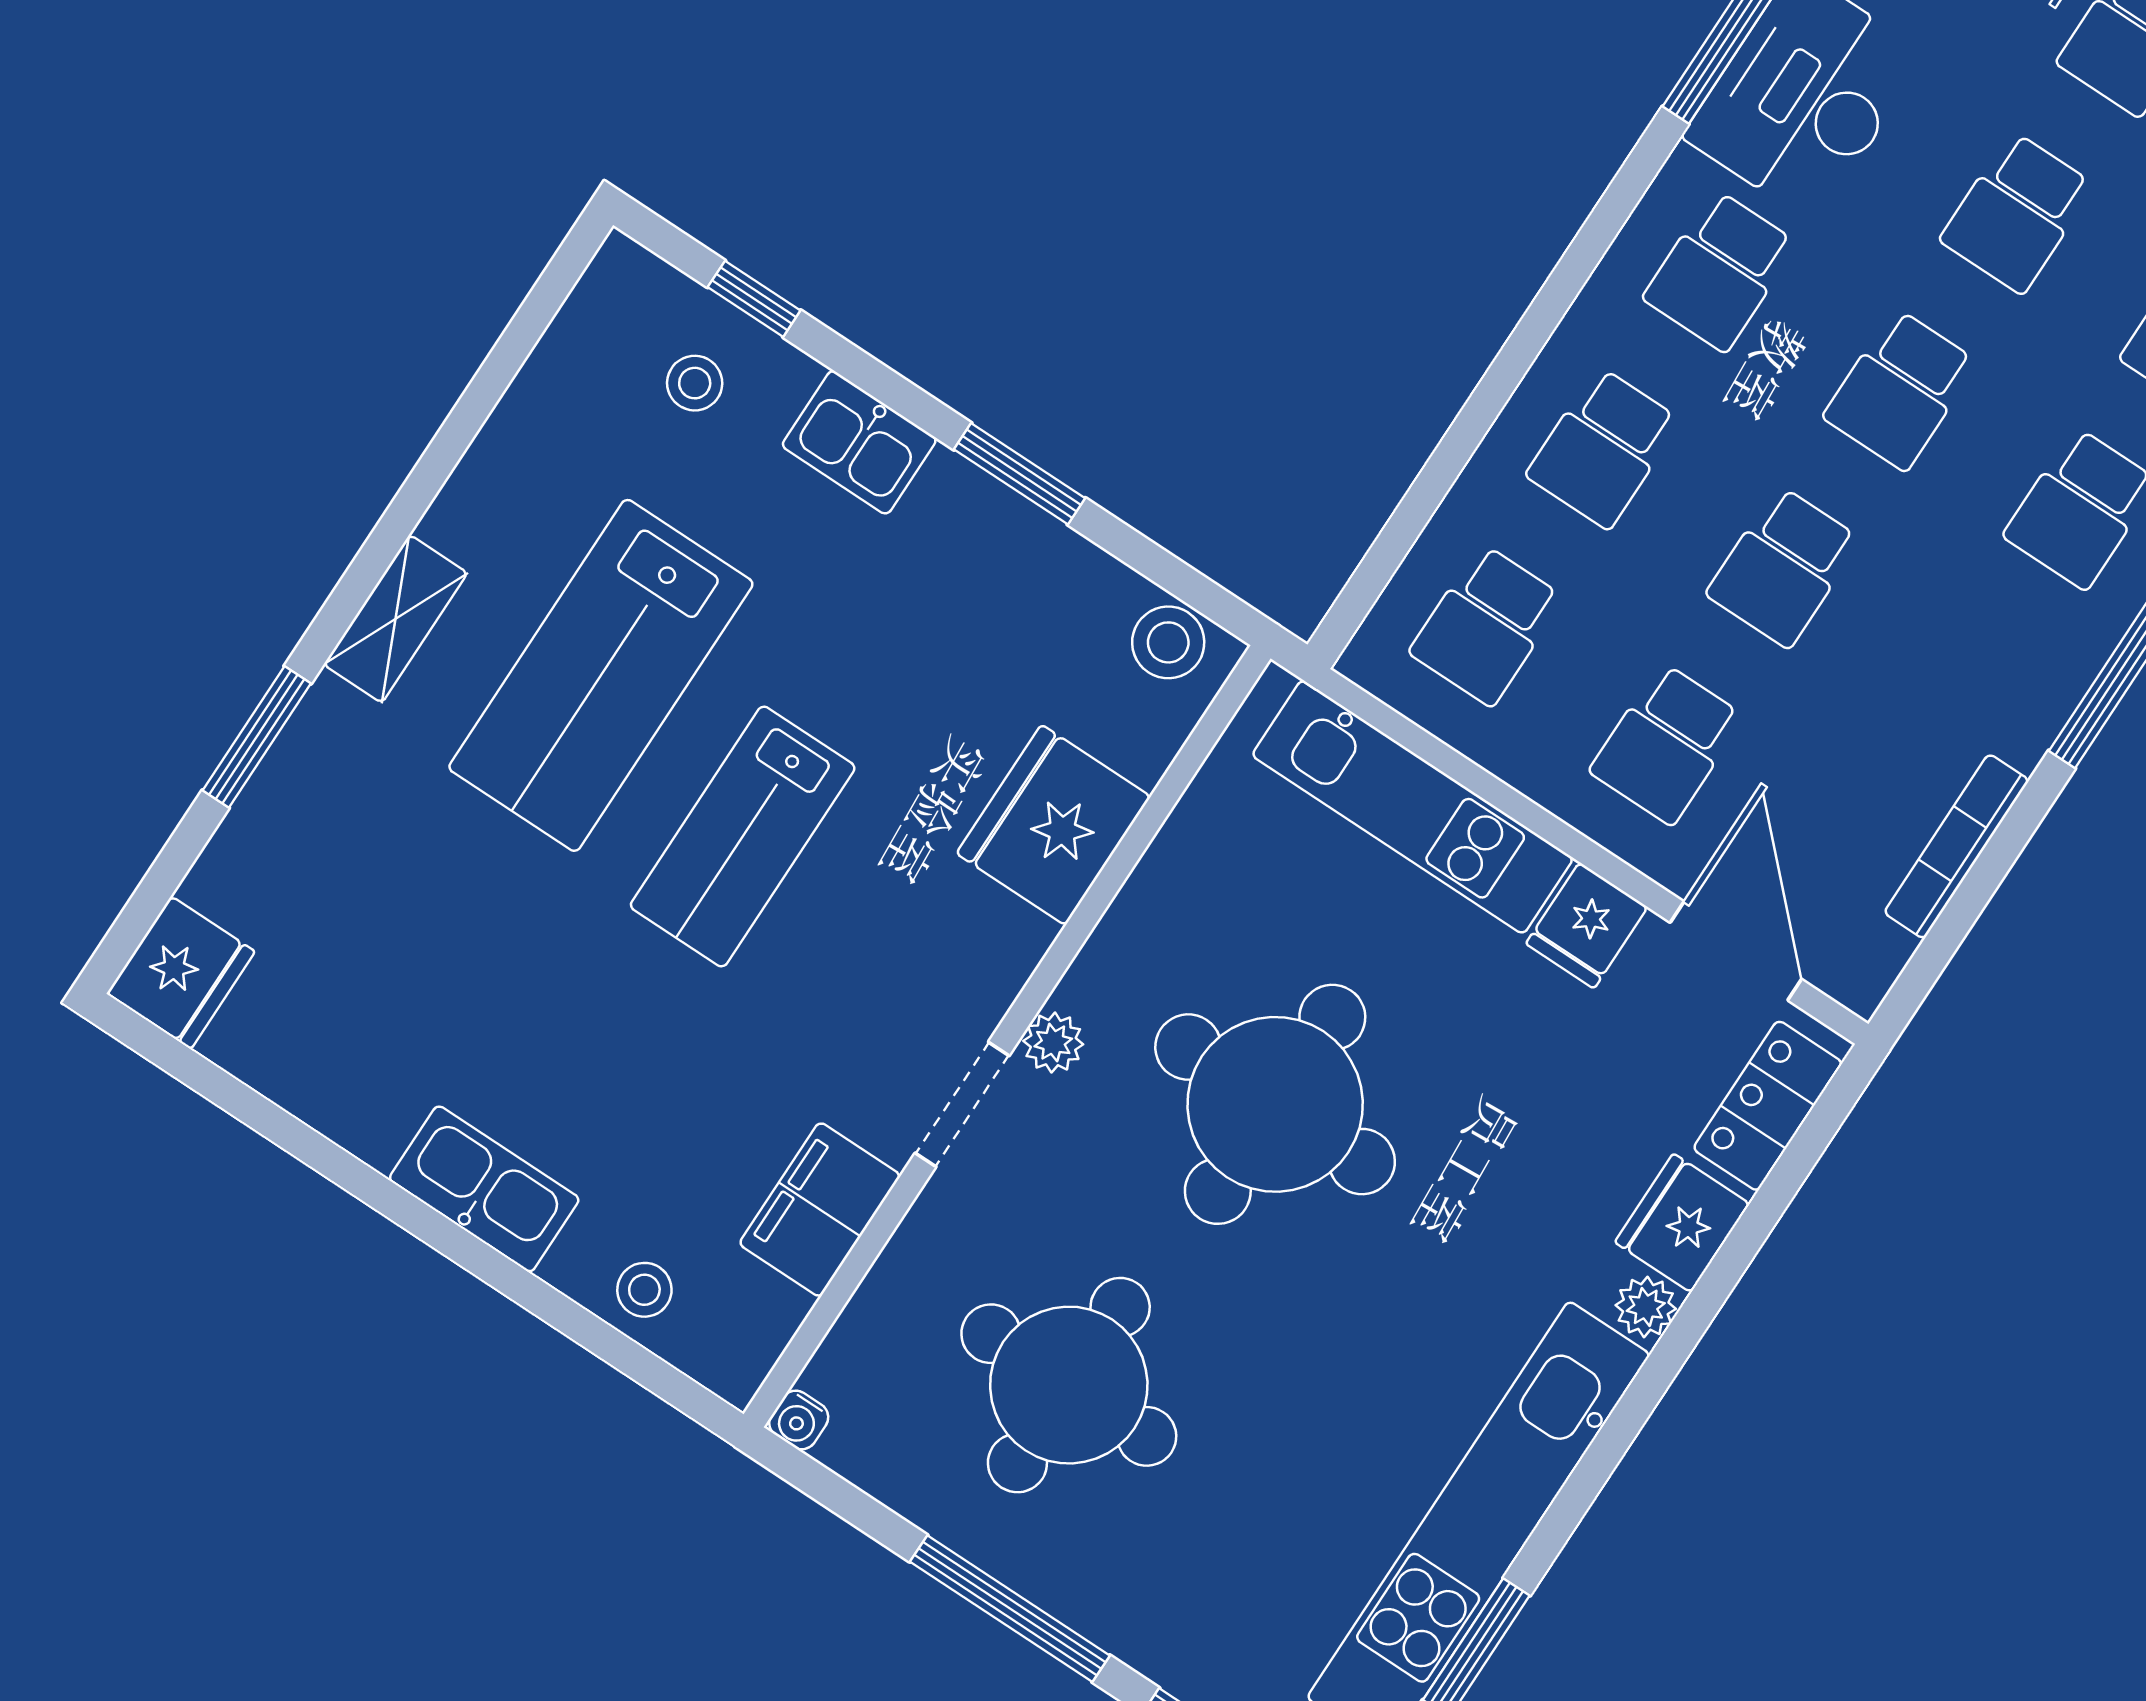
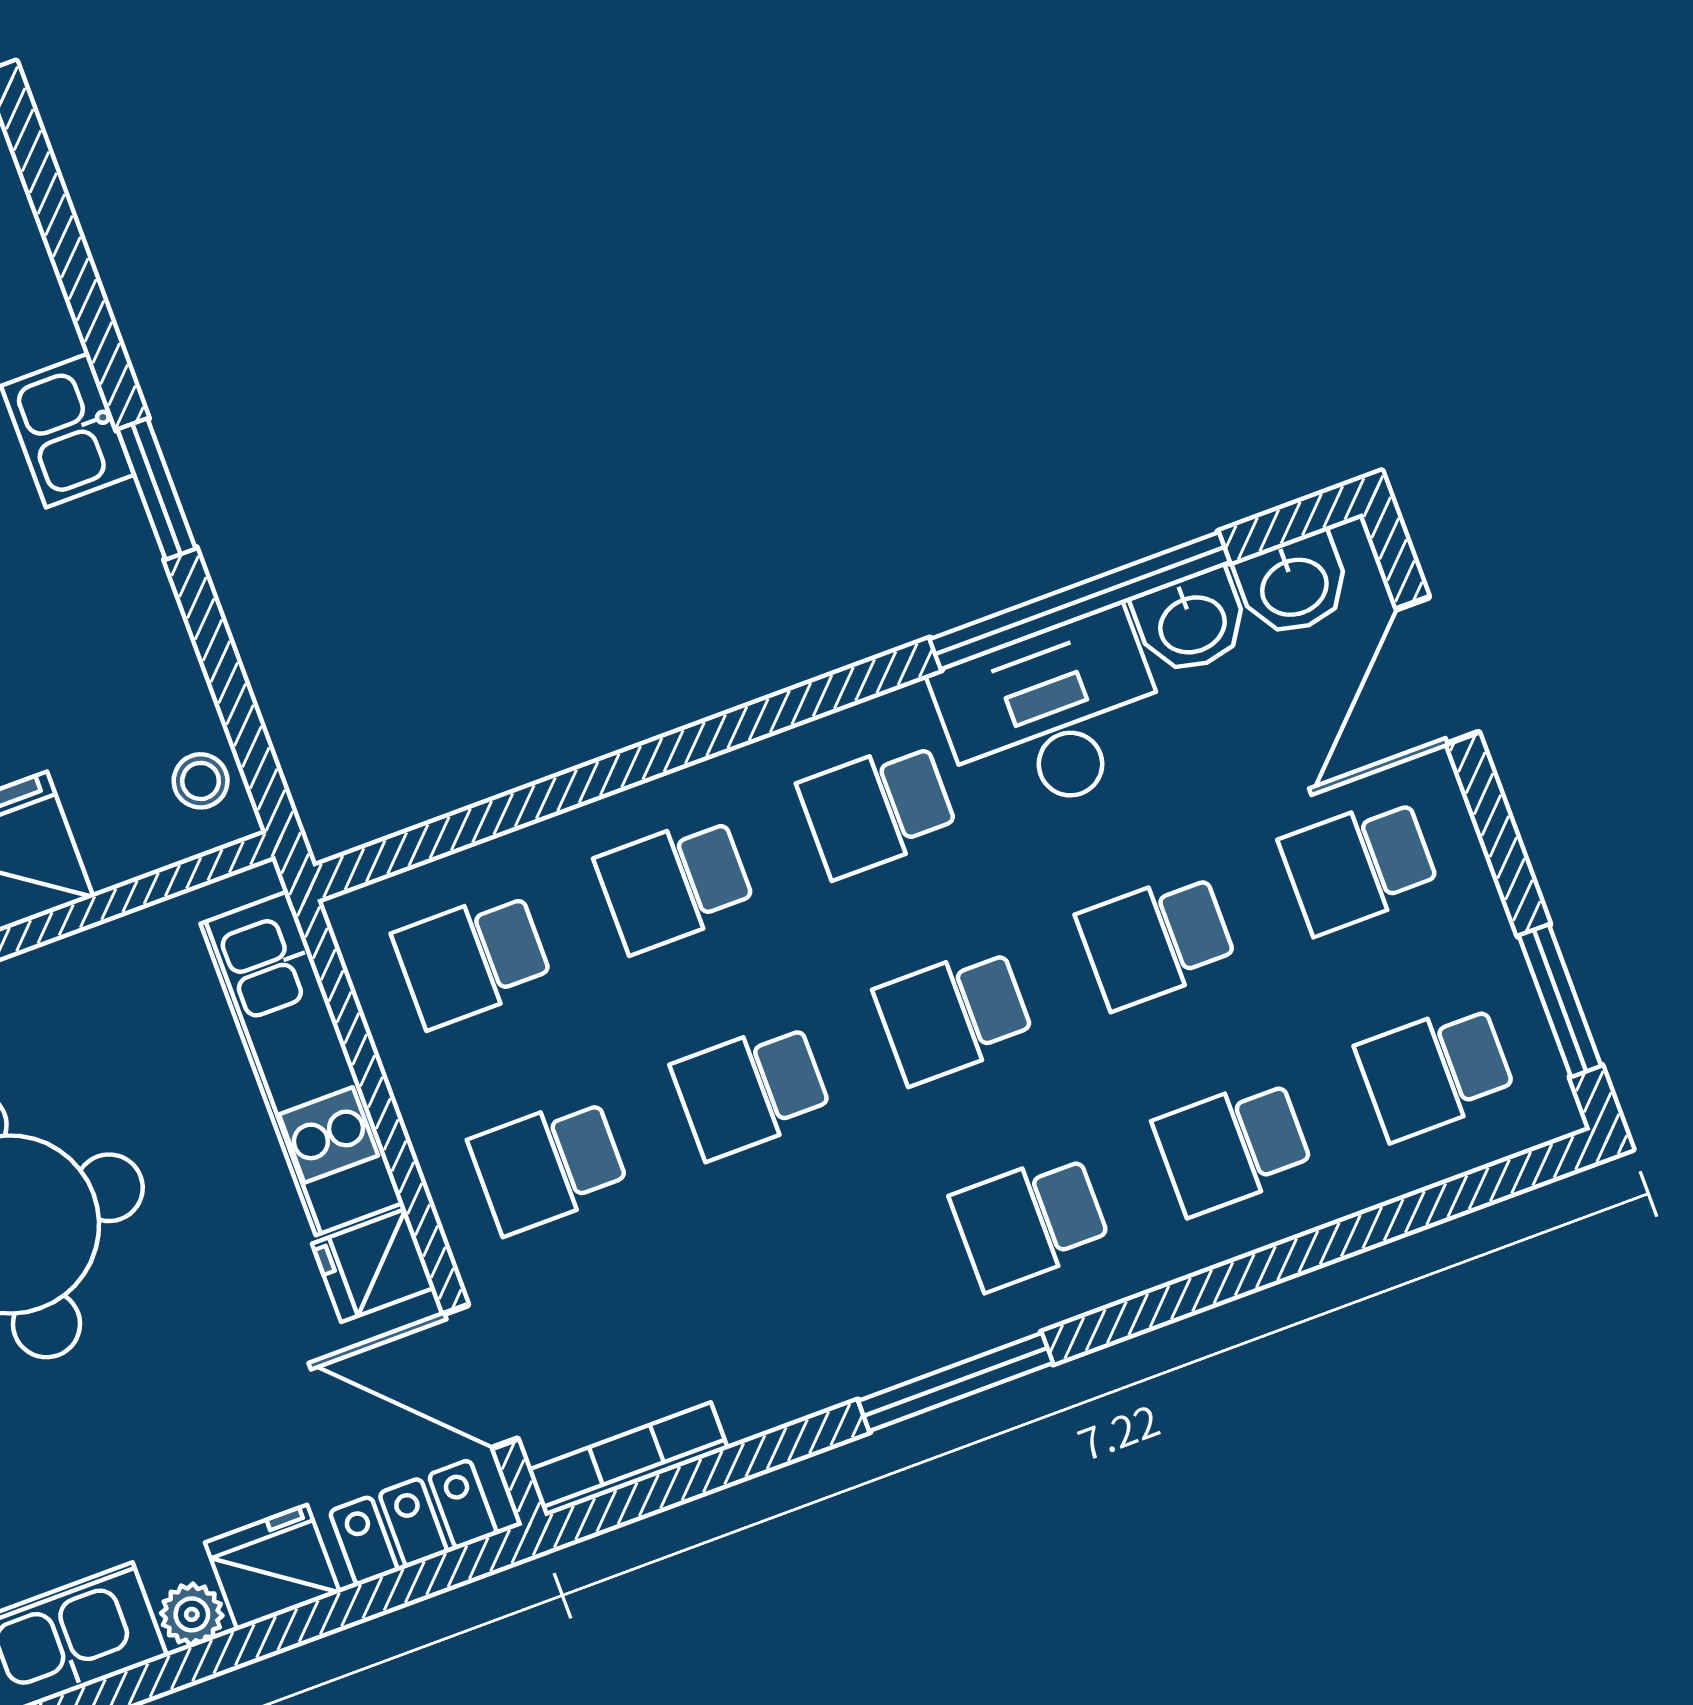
window: (754, 299) -> (68, 249), removed
window: (1019, 474) -> (157, 489), moved
stool: (1168, 642) -> (201, 781), width x0.73, depth x0.73
bookcase: (1956, 846) -> (628, 1459), moved
door: (1736, 951) -> (480, 1376), swing flipped

